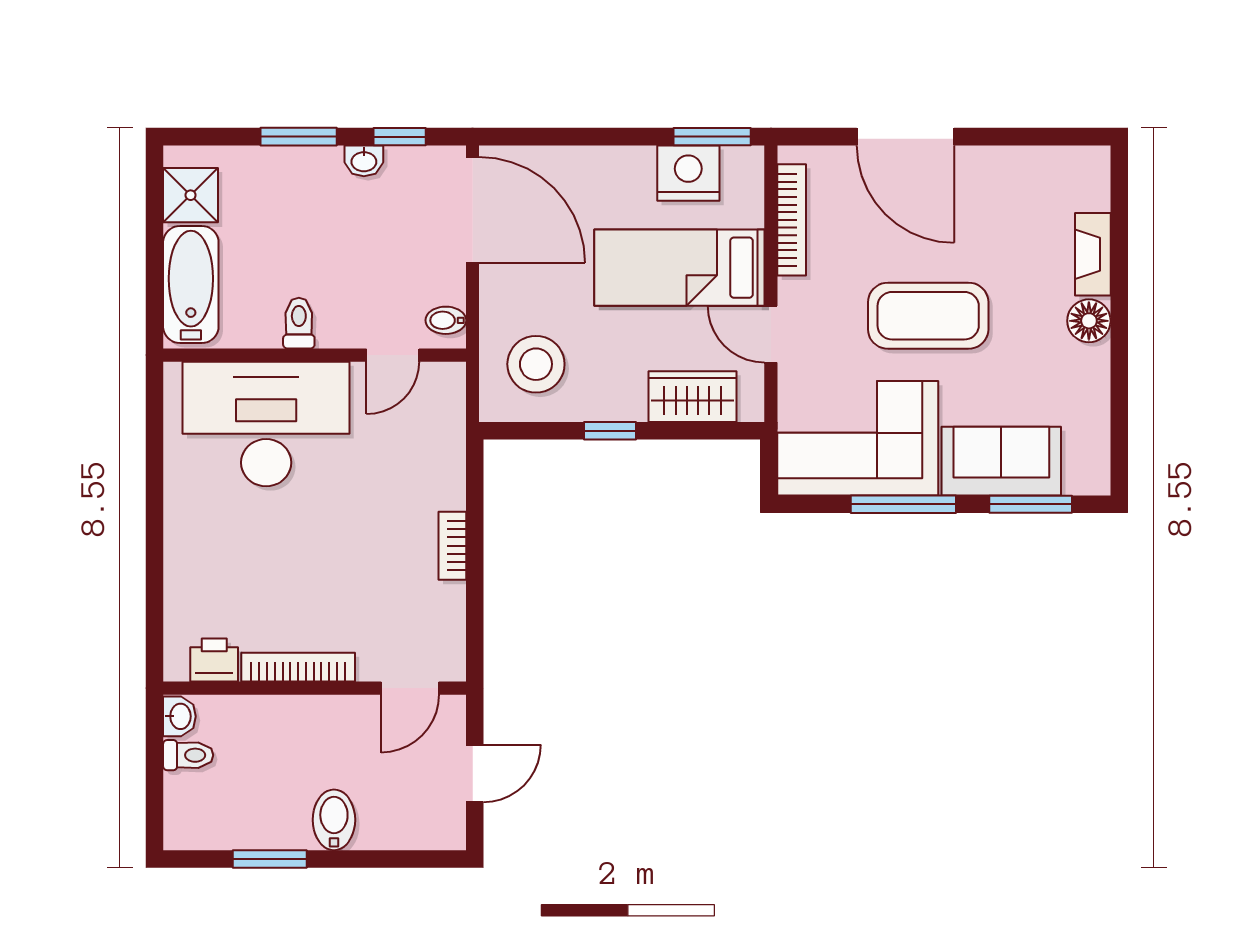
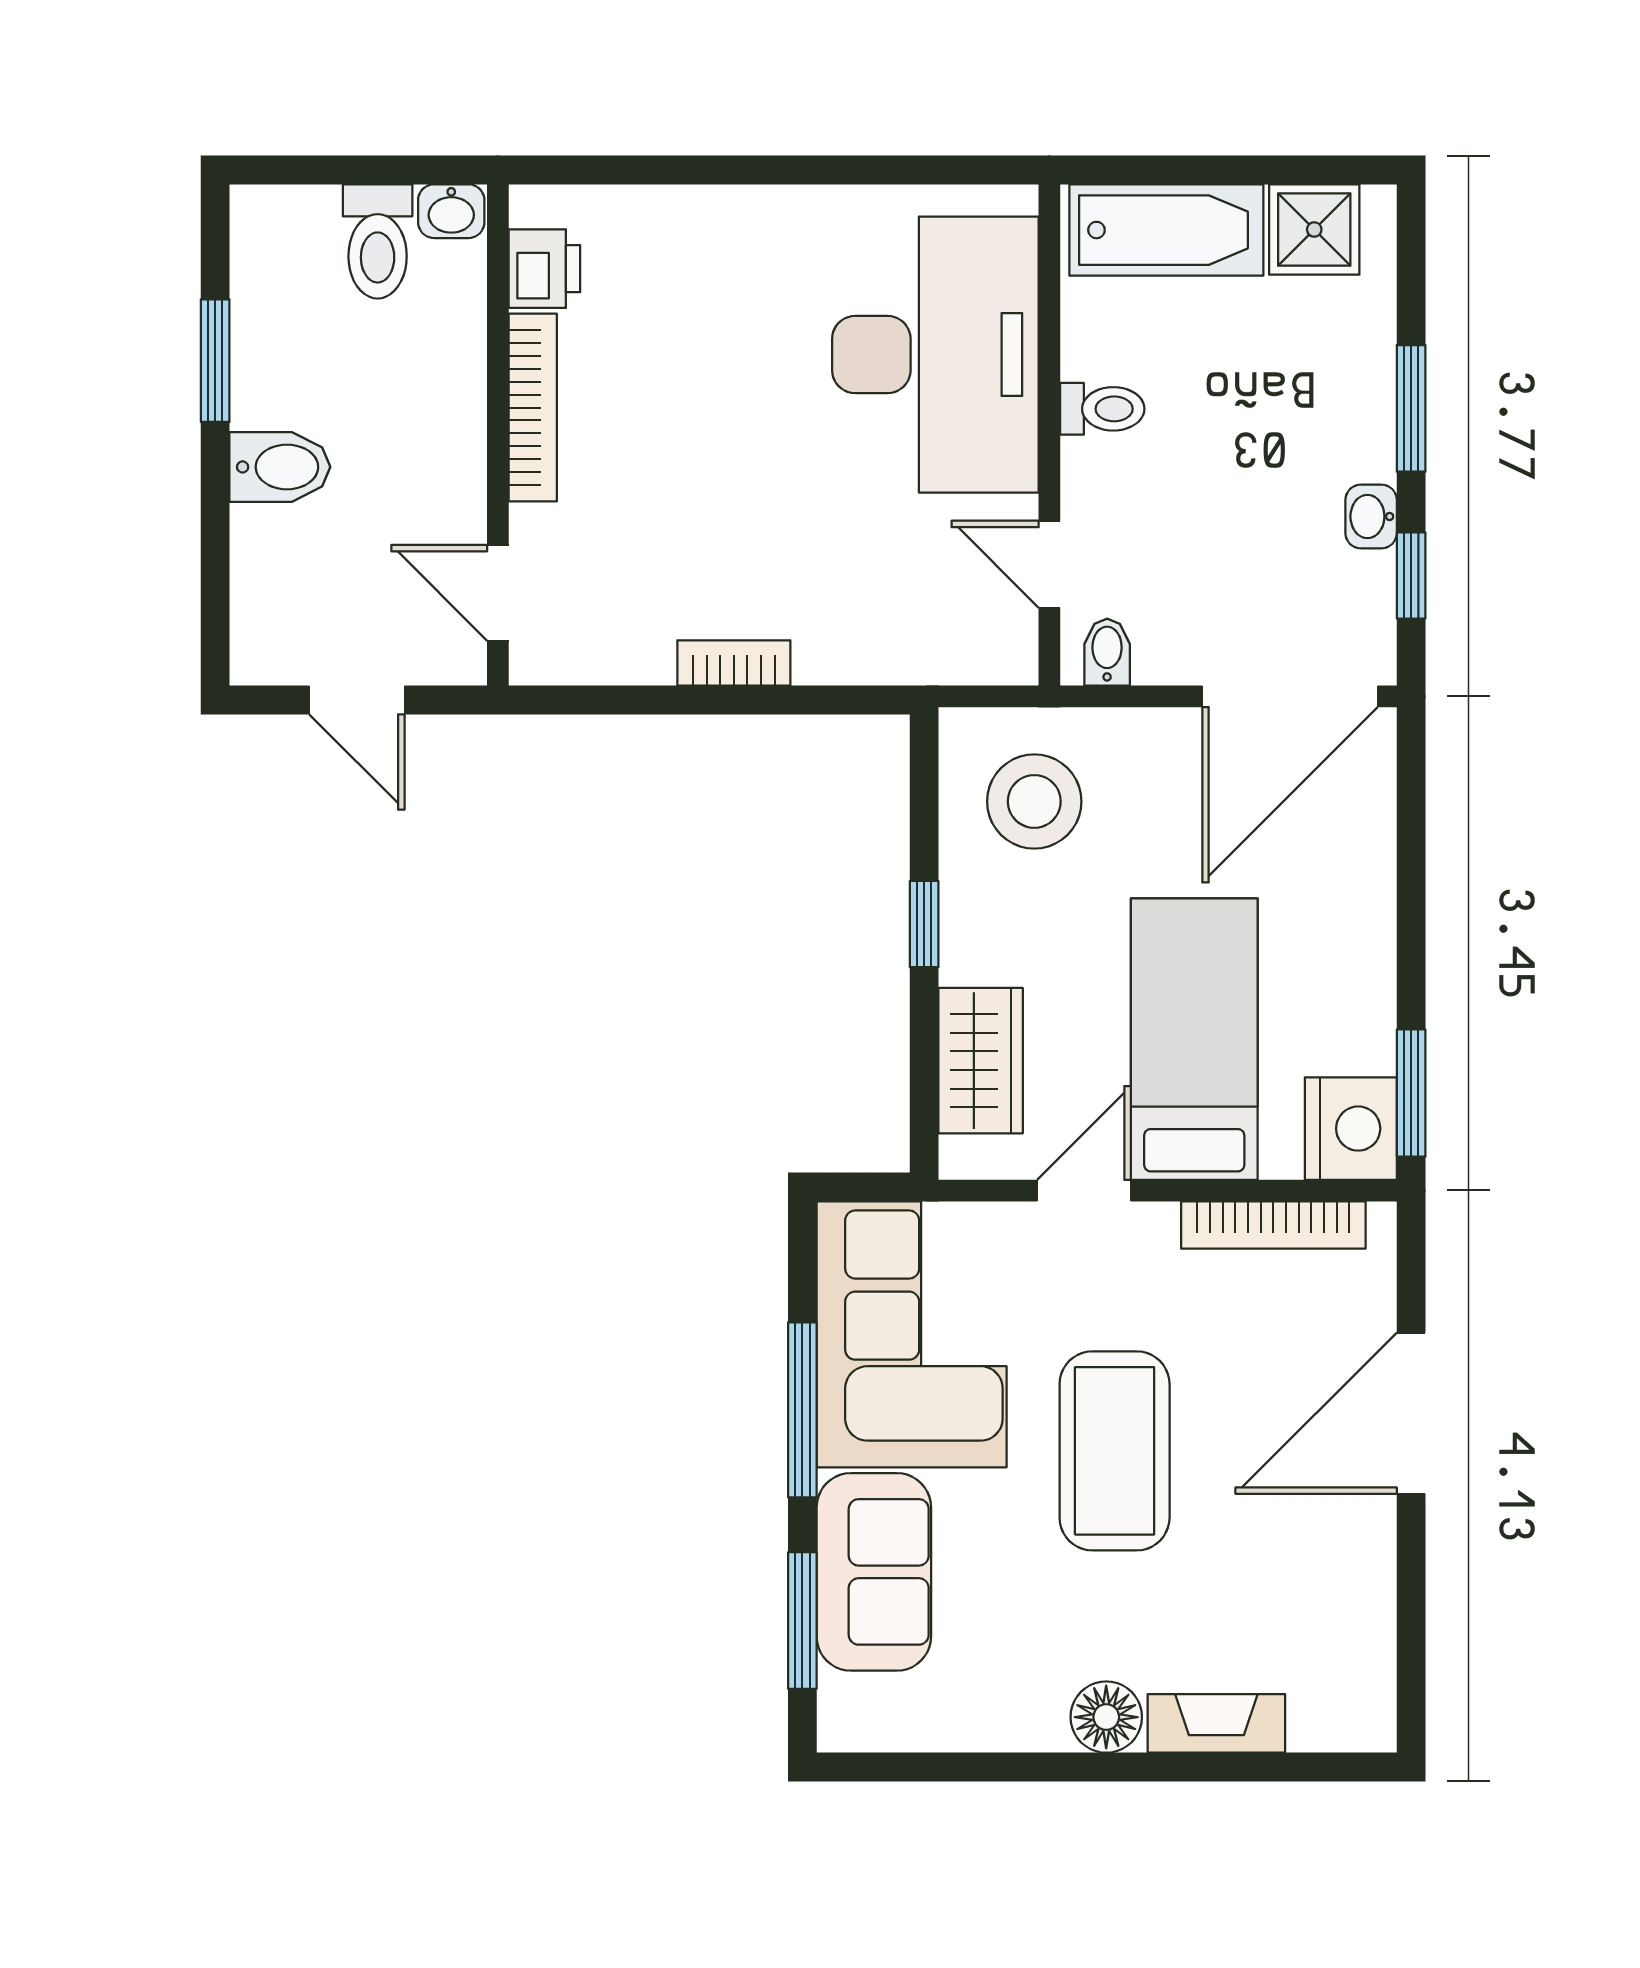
nightstand: (688, 173) -> (1351, 1129), moved
toilet: (188, 755) -> (378, 241), width x1.37, depth x1.39

